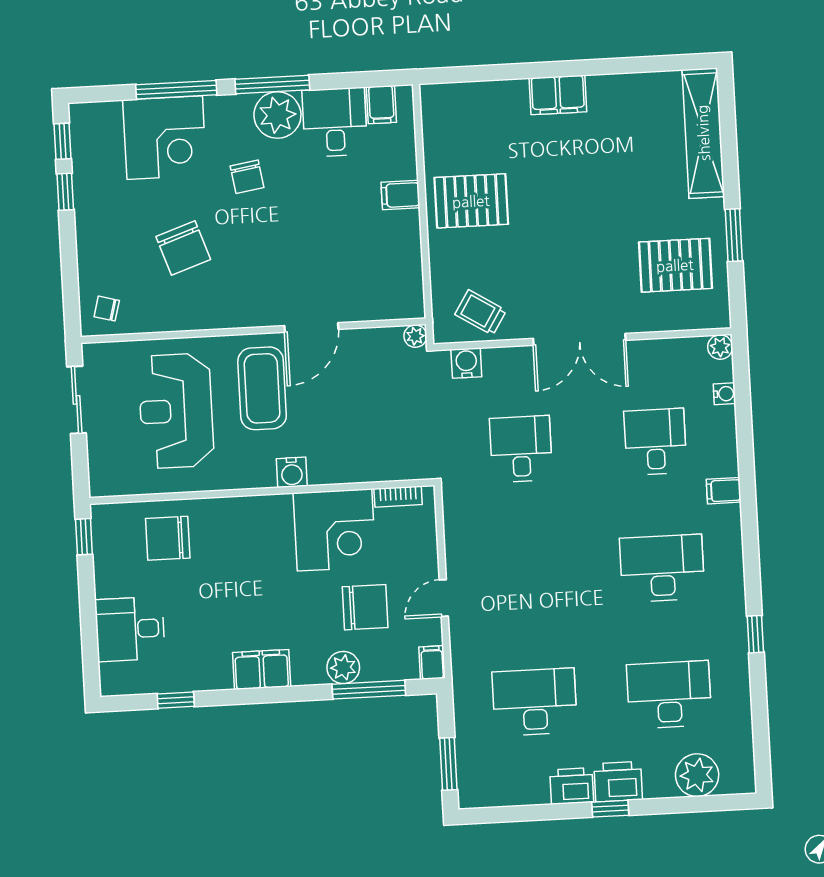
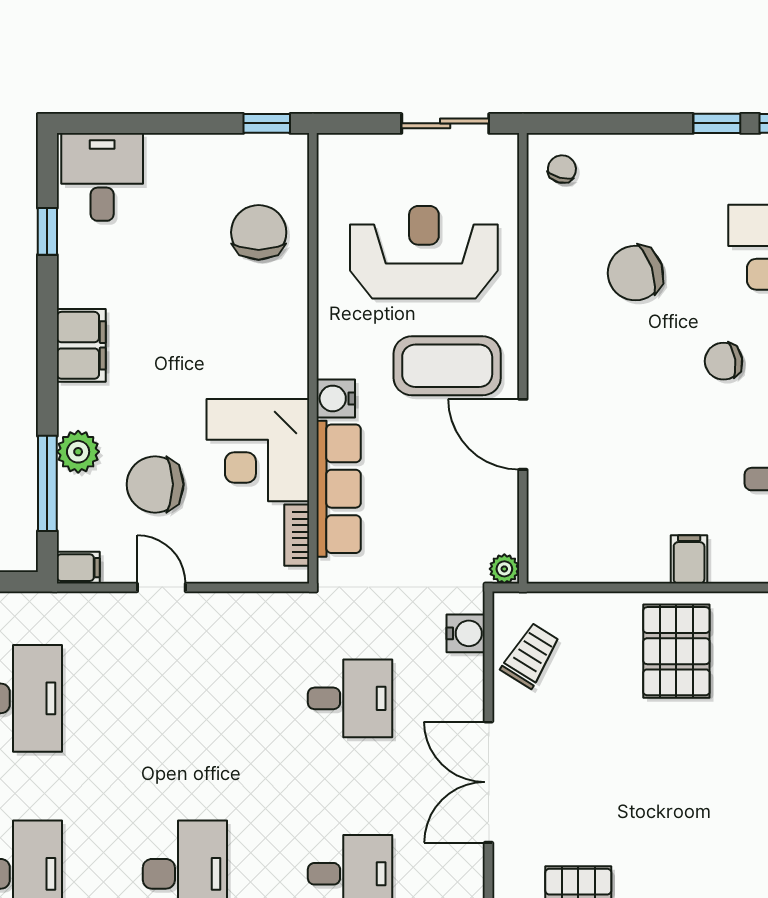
row of seats: (361, 466) -> (339, 489), added
chair: (365, 607) -> (155, 484), turned 90
desk: (130, 629) -> (102, 177), moved

